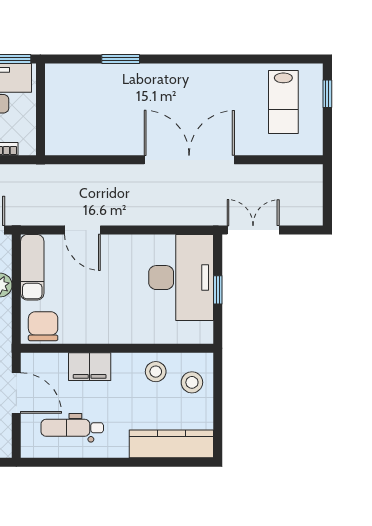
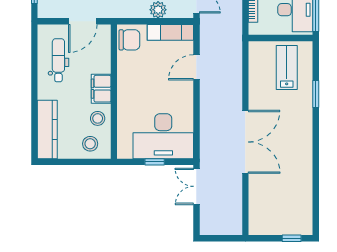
lab bench: (283, 102) -> (287, 68), moved, turned 90
double door: (253, 230) -> (196, 186), swing flipped
filing cabinet: (90, 367) -> (101, 89), moved

